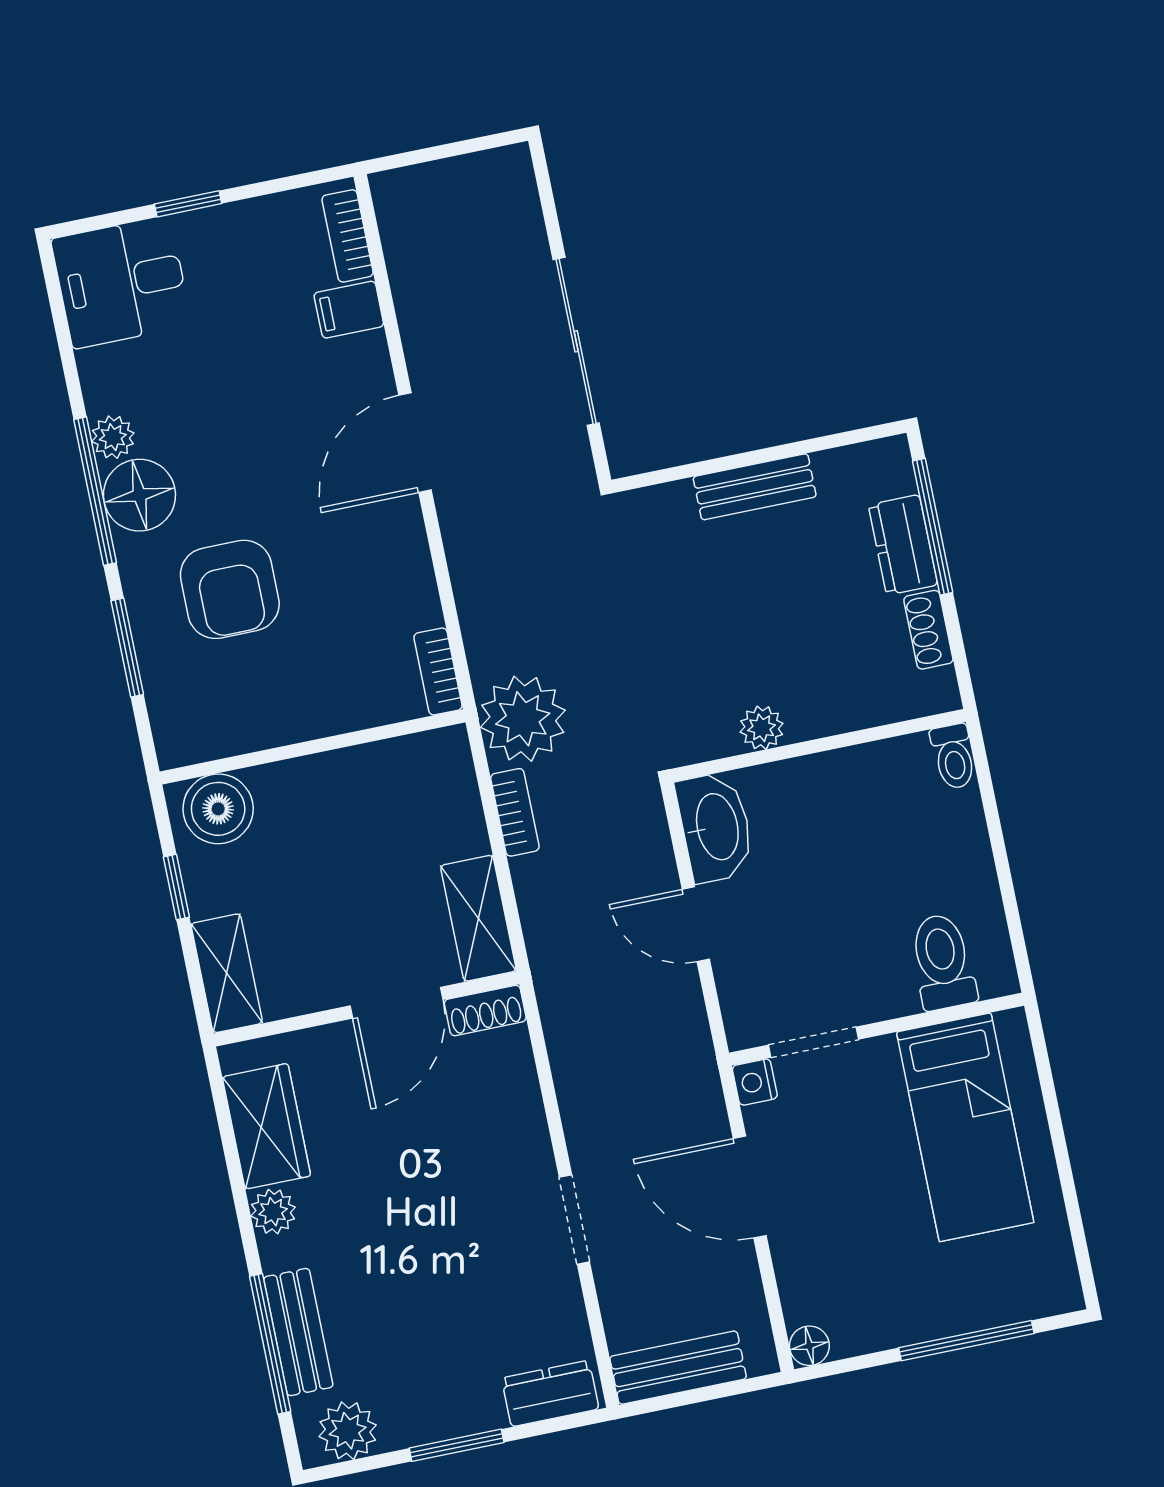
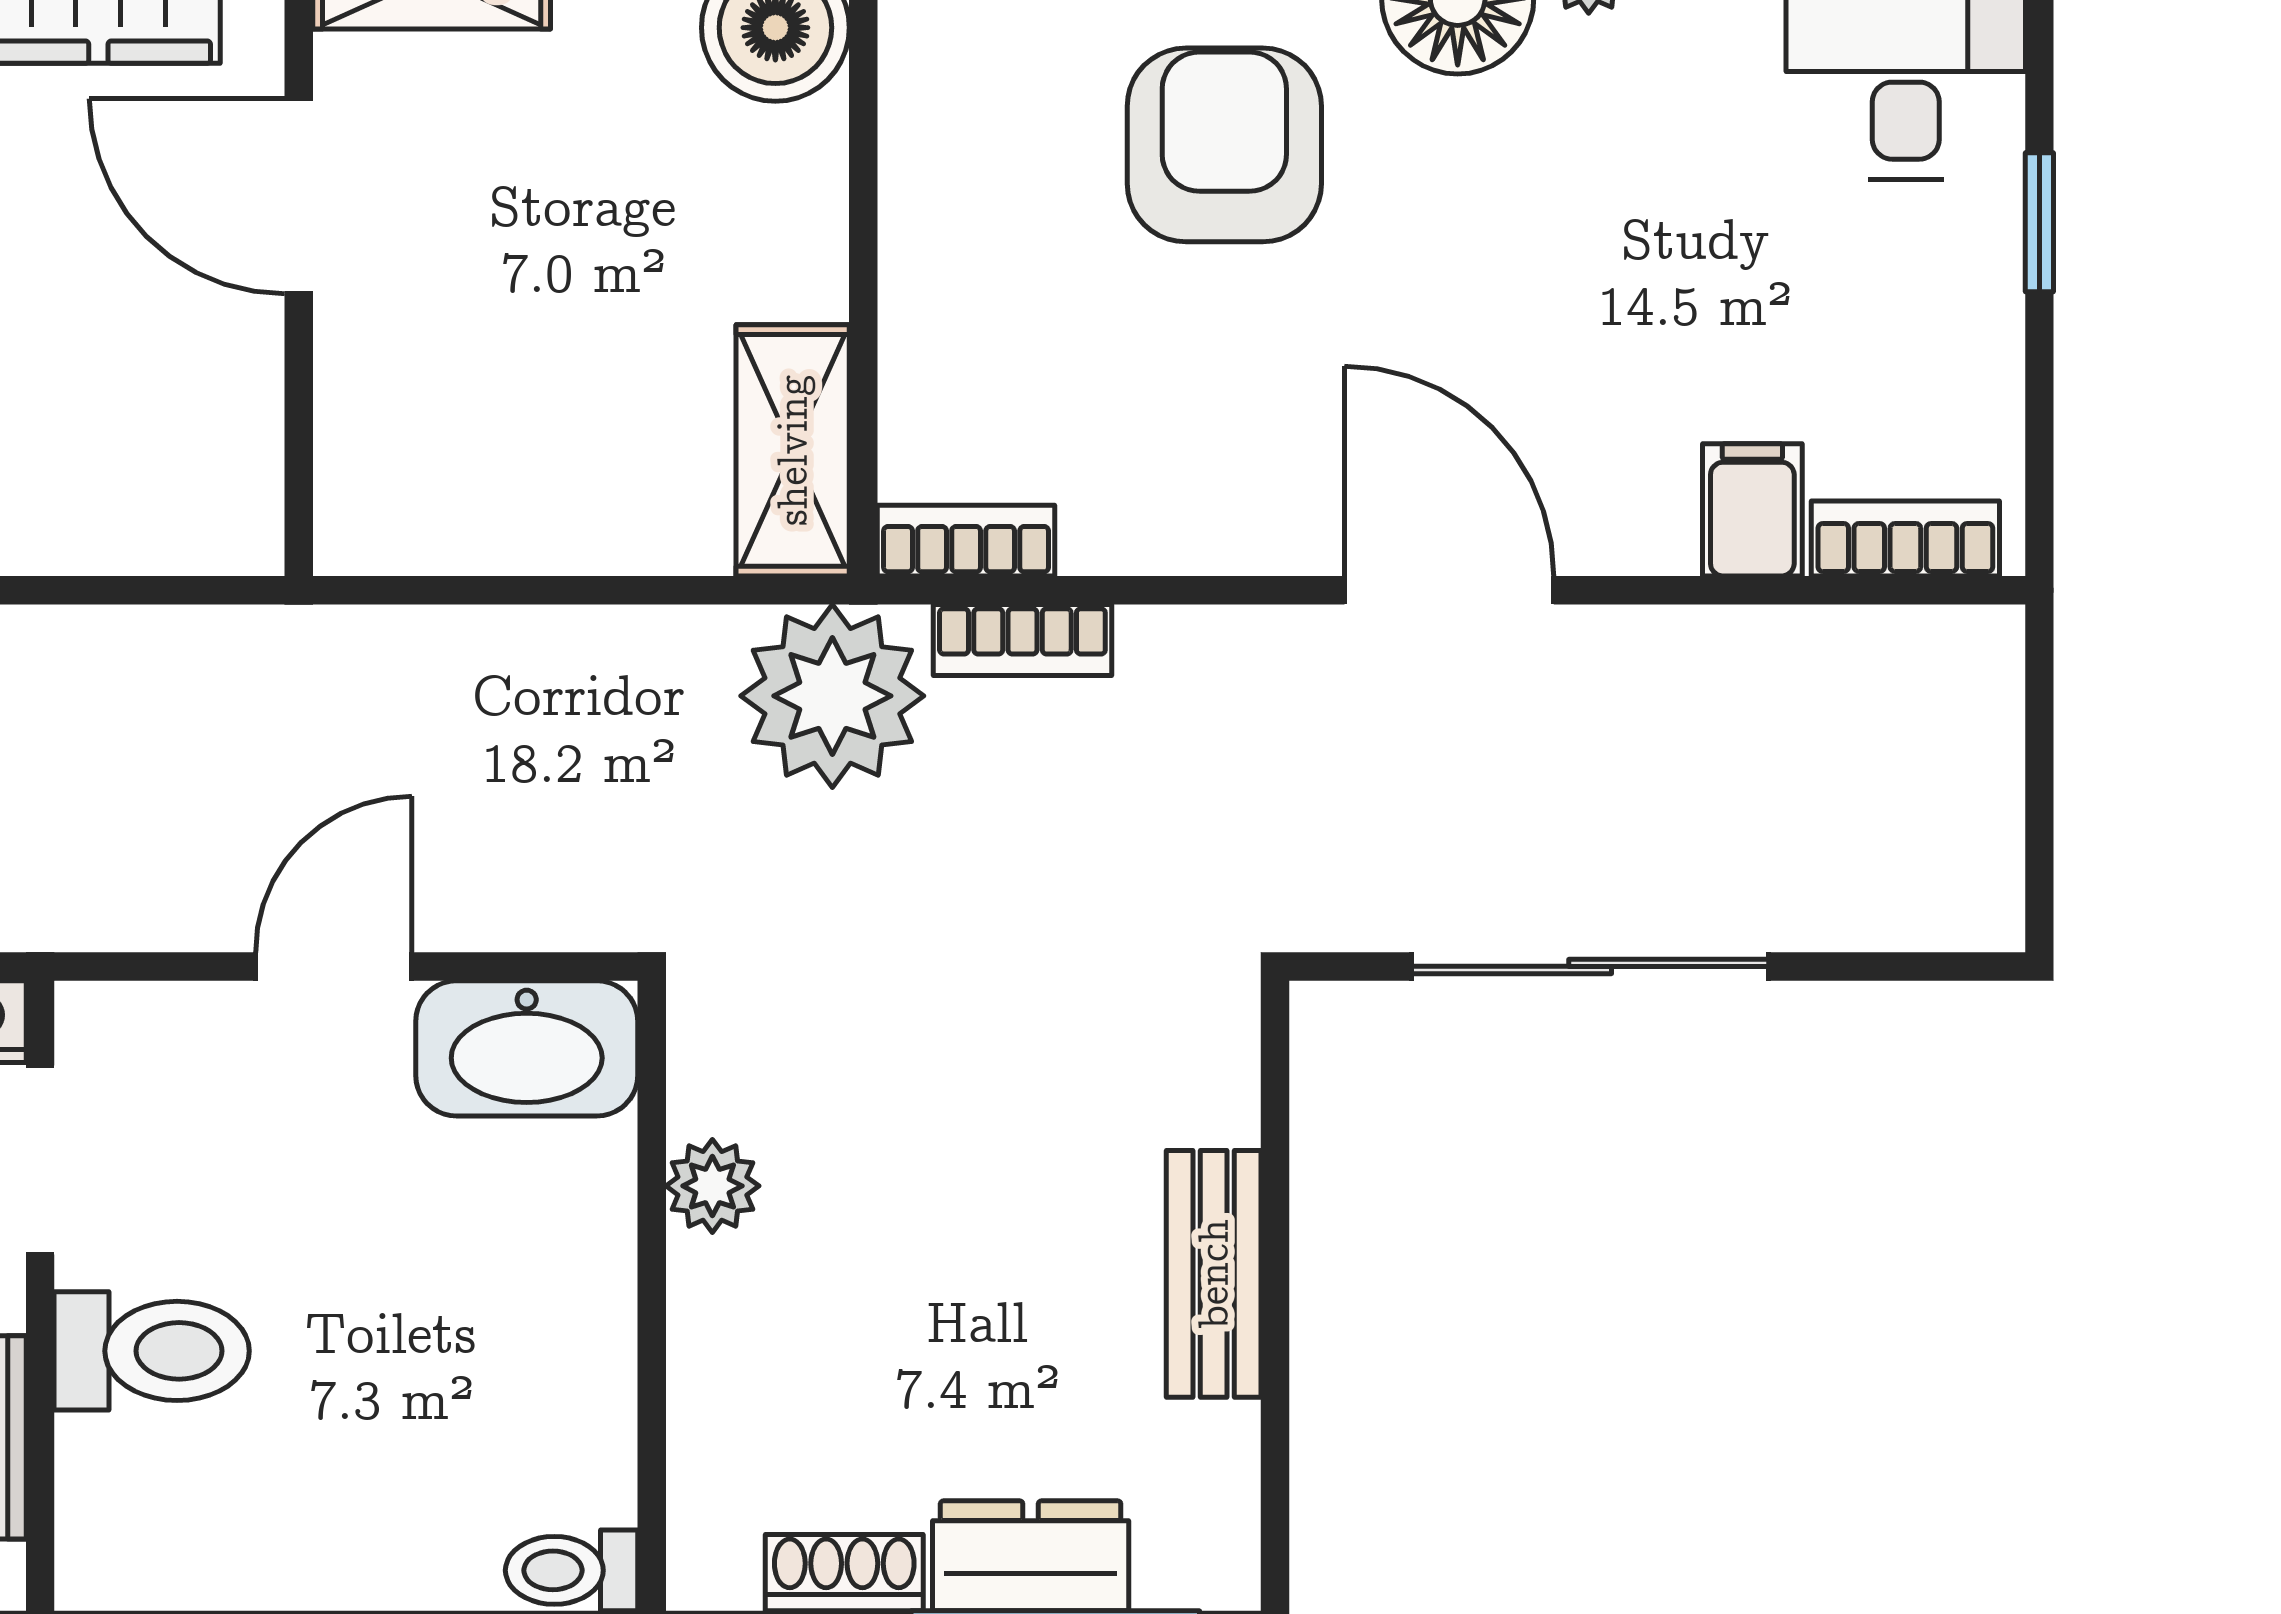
armchair: (230, 589) -> (1224, 145), turned 90
bookcase: (515, 812) -> (1022, 640), moved
shelving: (478, 918) -> (793, 450), moved, turned 90
toilet: (943, 962) -> (152, 1351), moved
door: (396, 1003) -> (299, 196), moved
shoe rack: (485, 1010) -> (245, 494), removed

